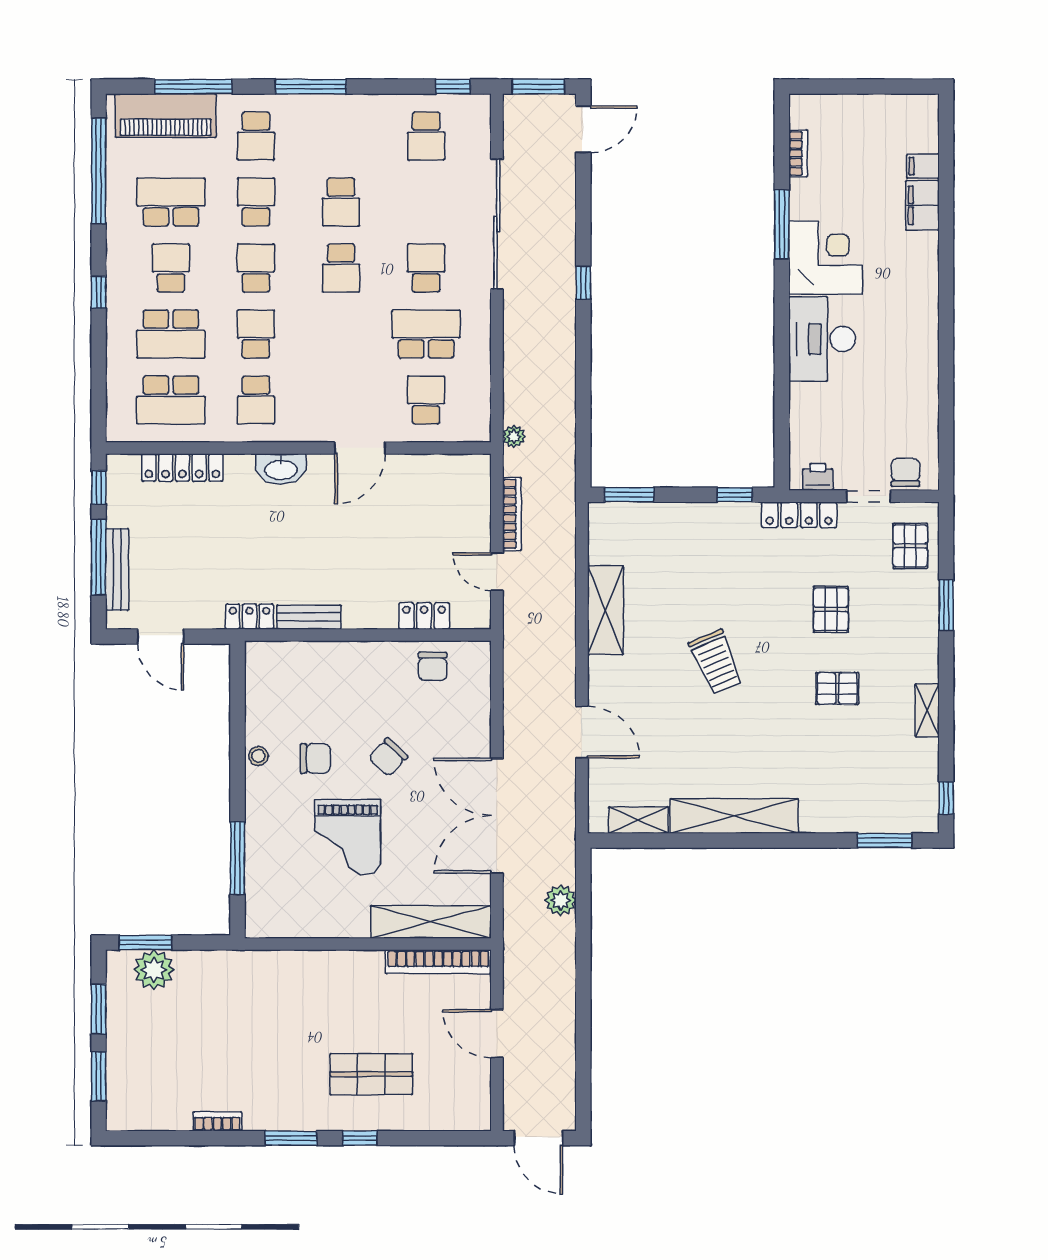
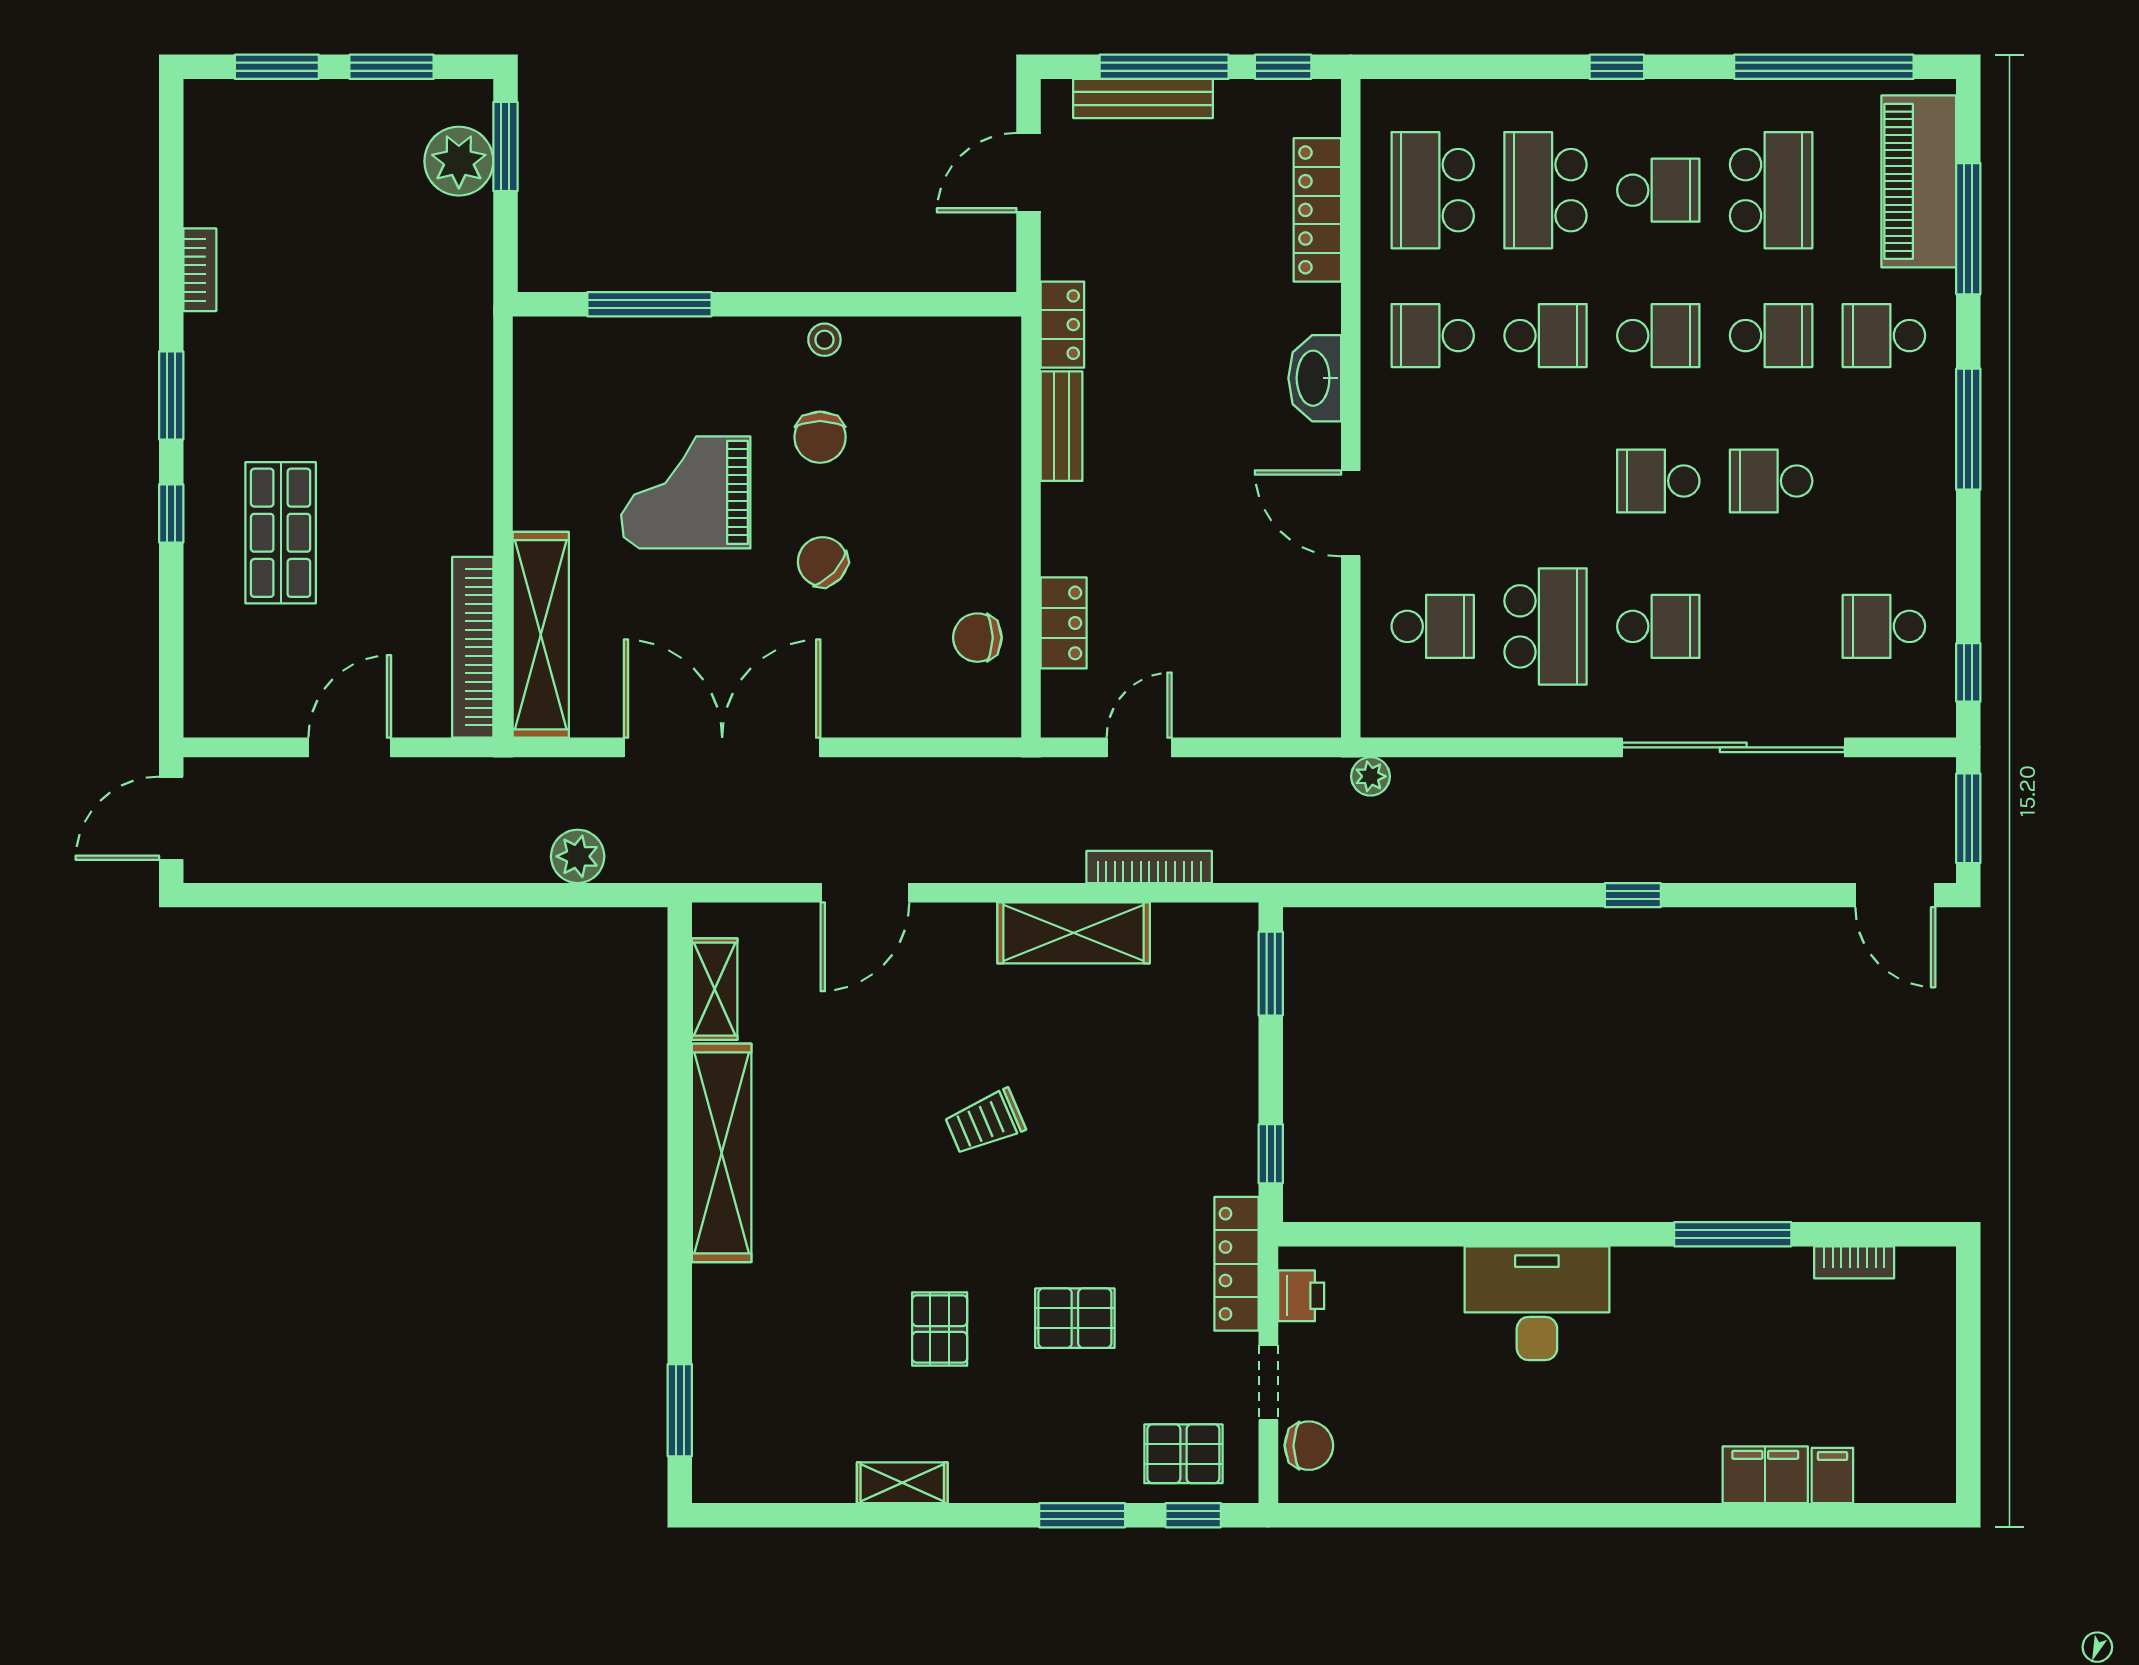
corner desk: (826, 258) -> (1676, 1309), removed
bookcase: (512, 514) -> (1149, 867), moved, turned 180
trolley: (716, 662) -> (985, 1122), width x0.73, depth x0.72
window: (946, 798) -> (1193, 1515), moved

